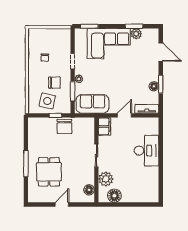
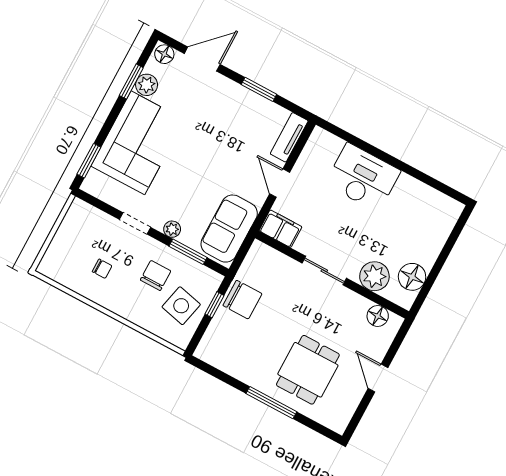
floor lamp: (154, 86) -> (164, 54), moved
dining table: (49, 172) -> (308, 370), turned 90

